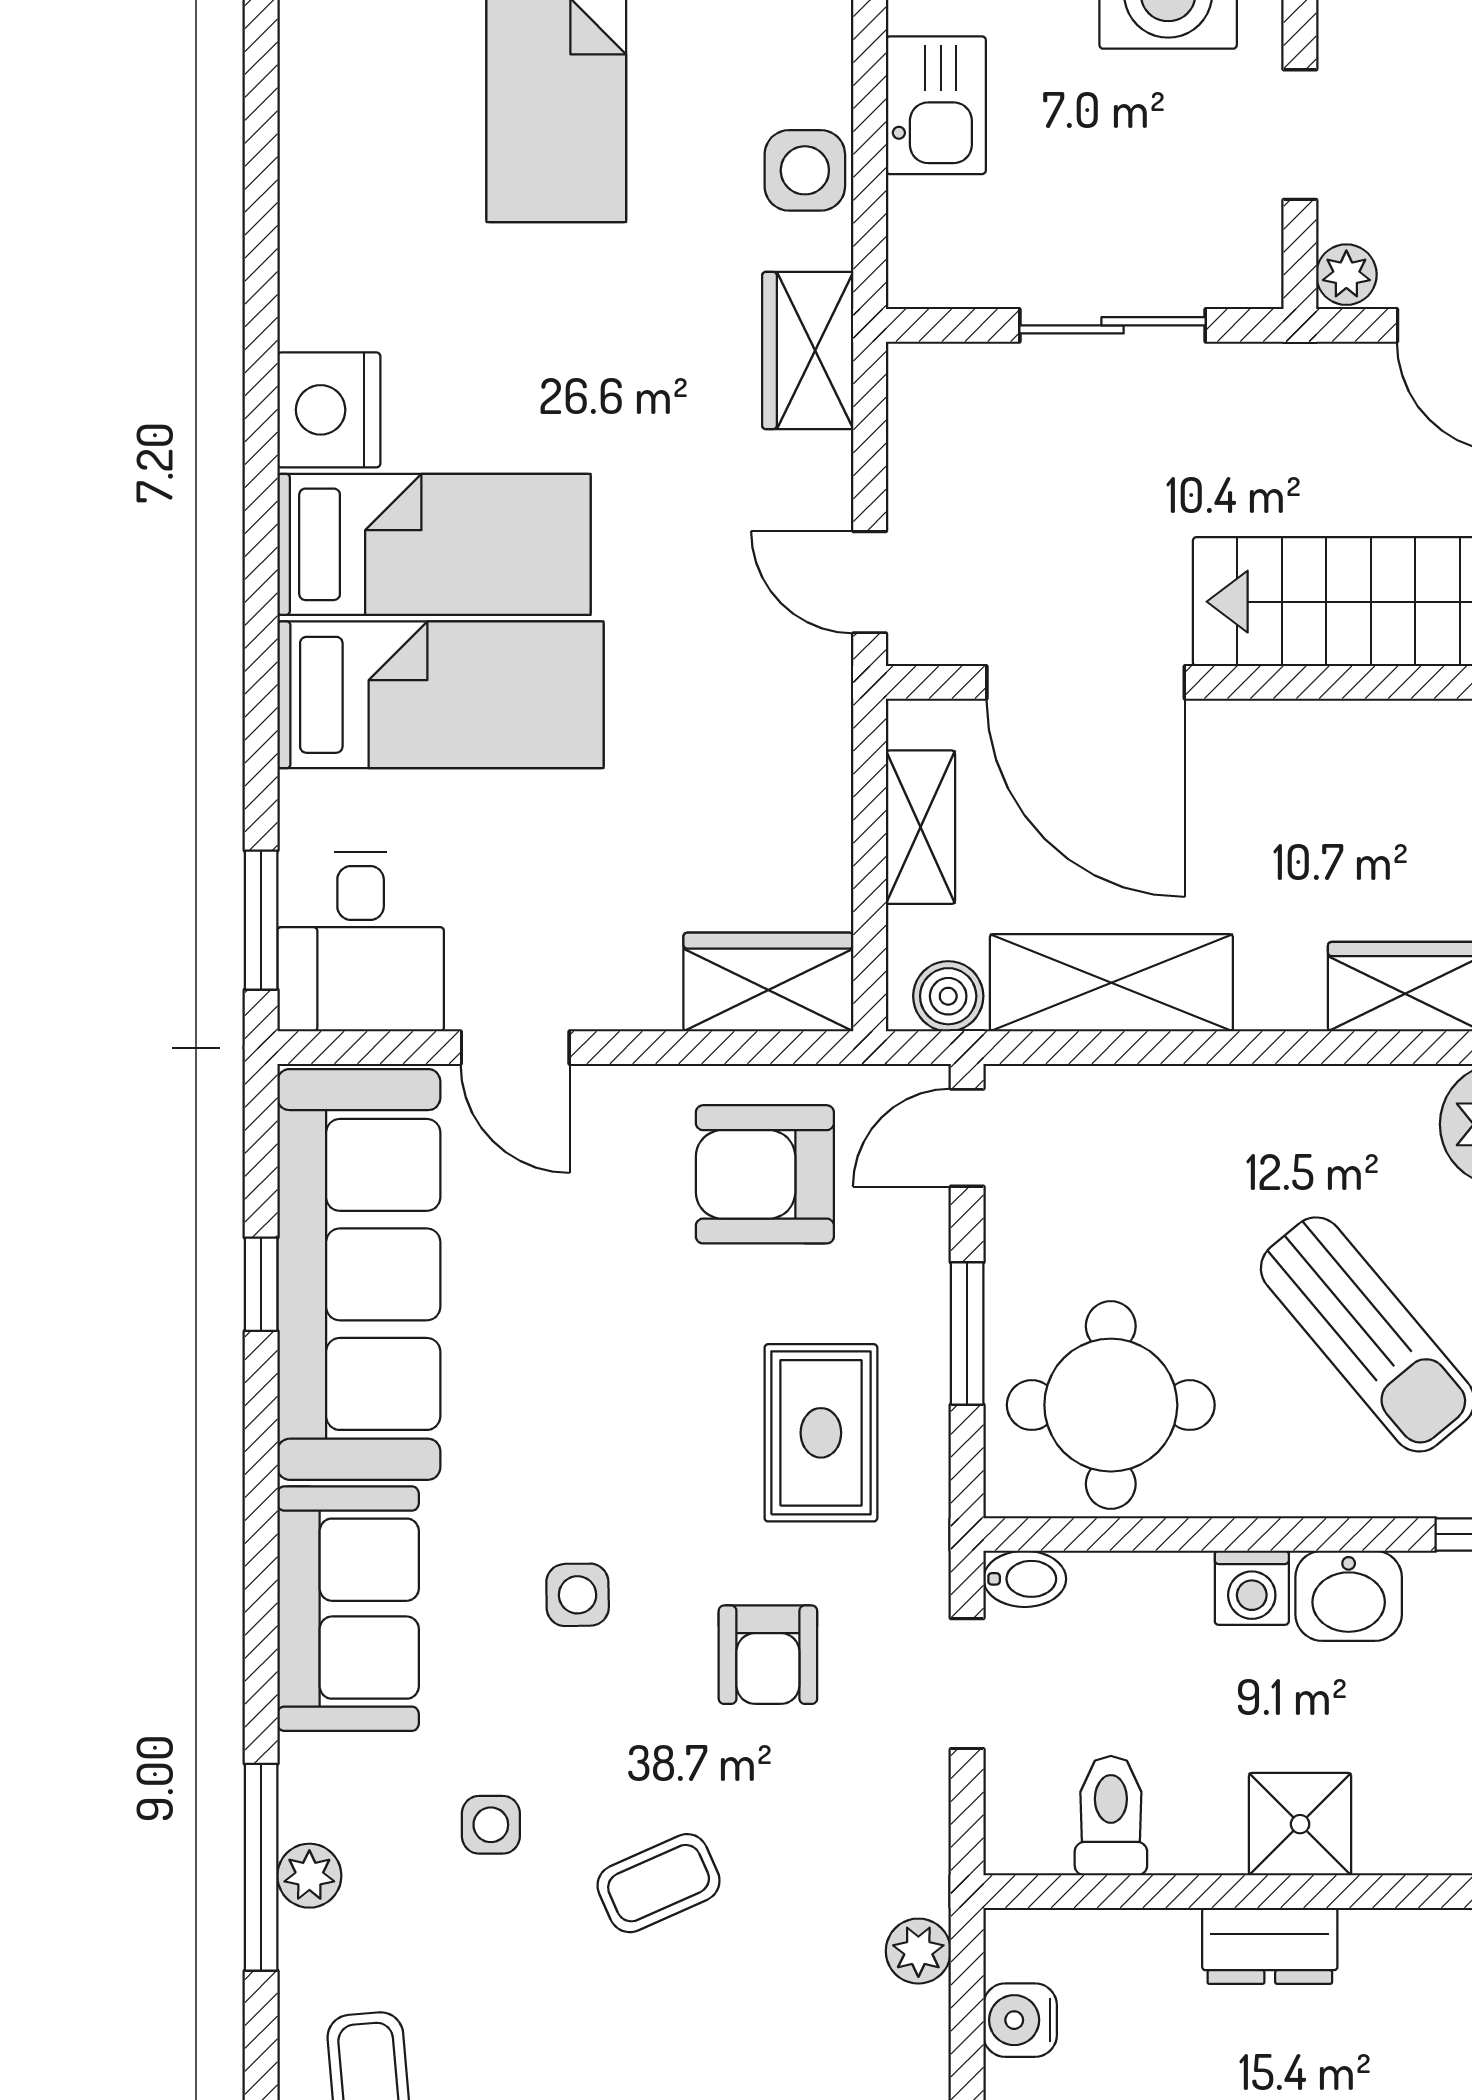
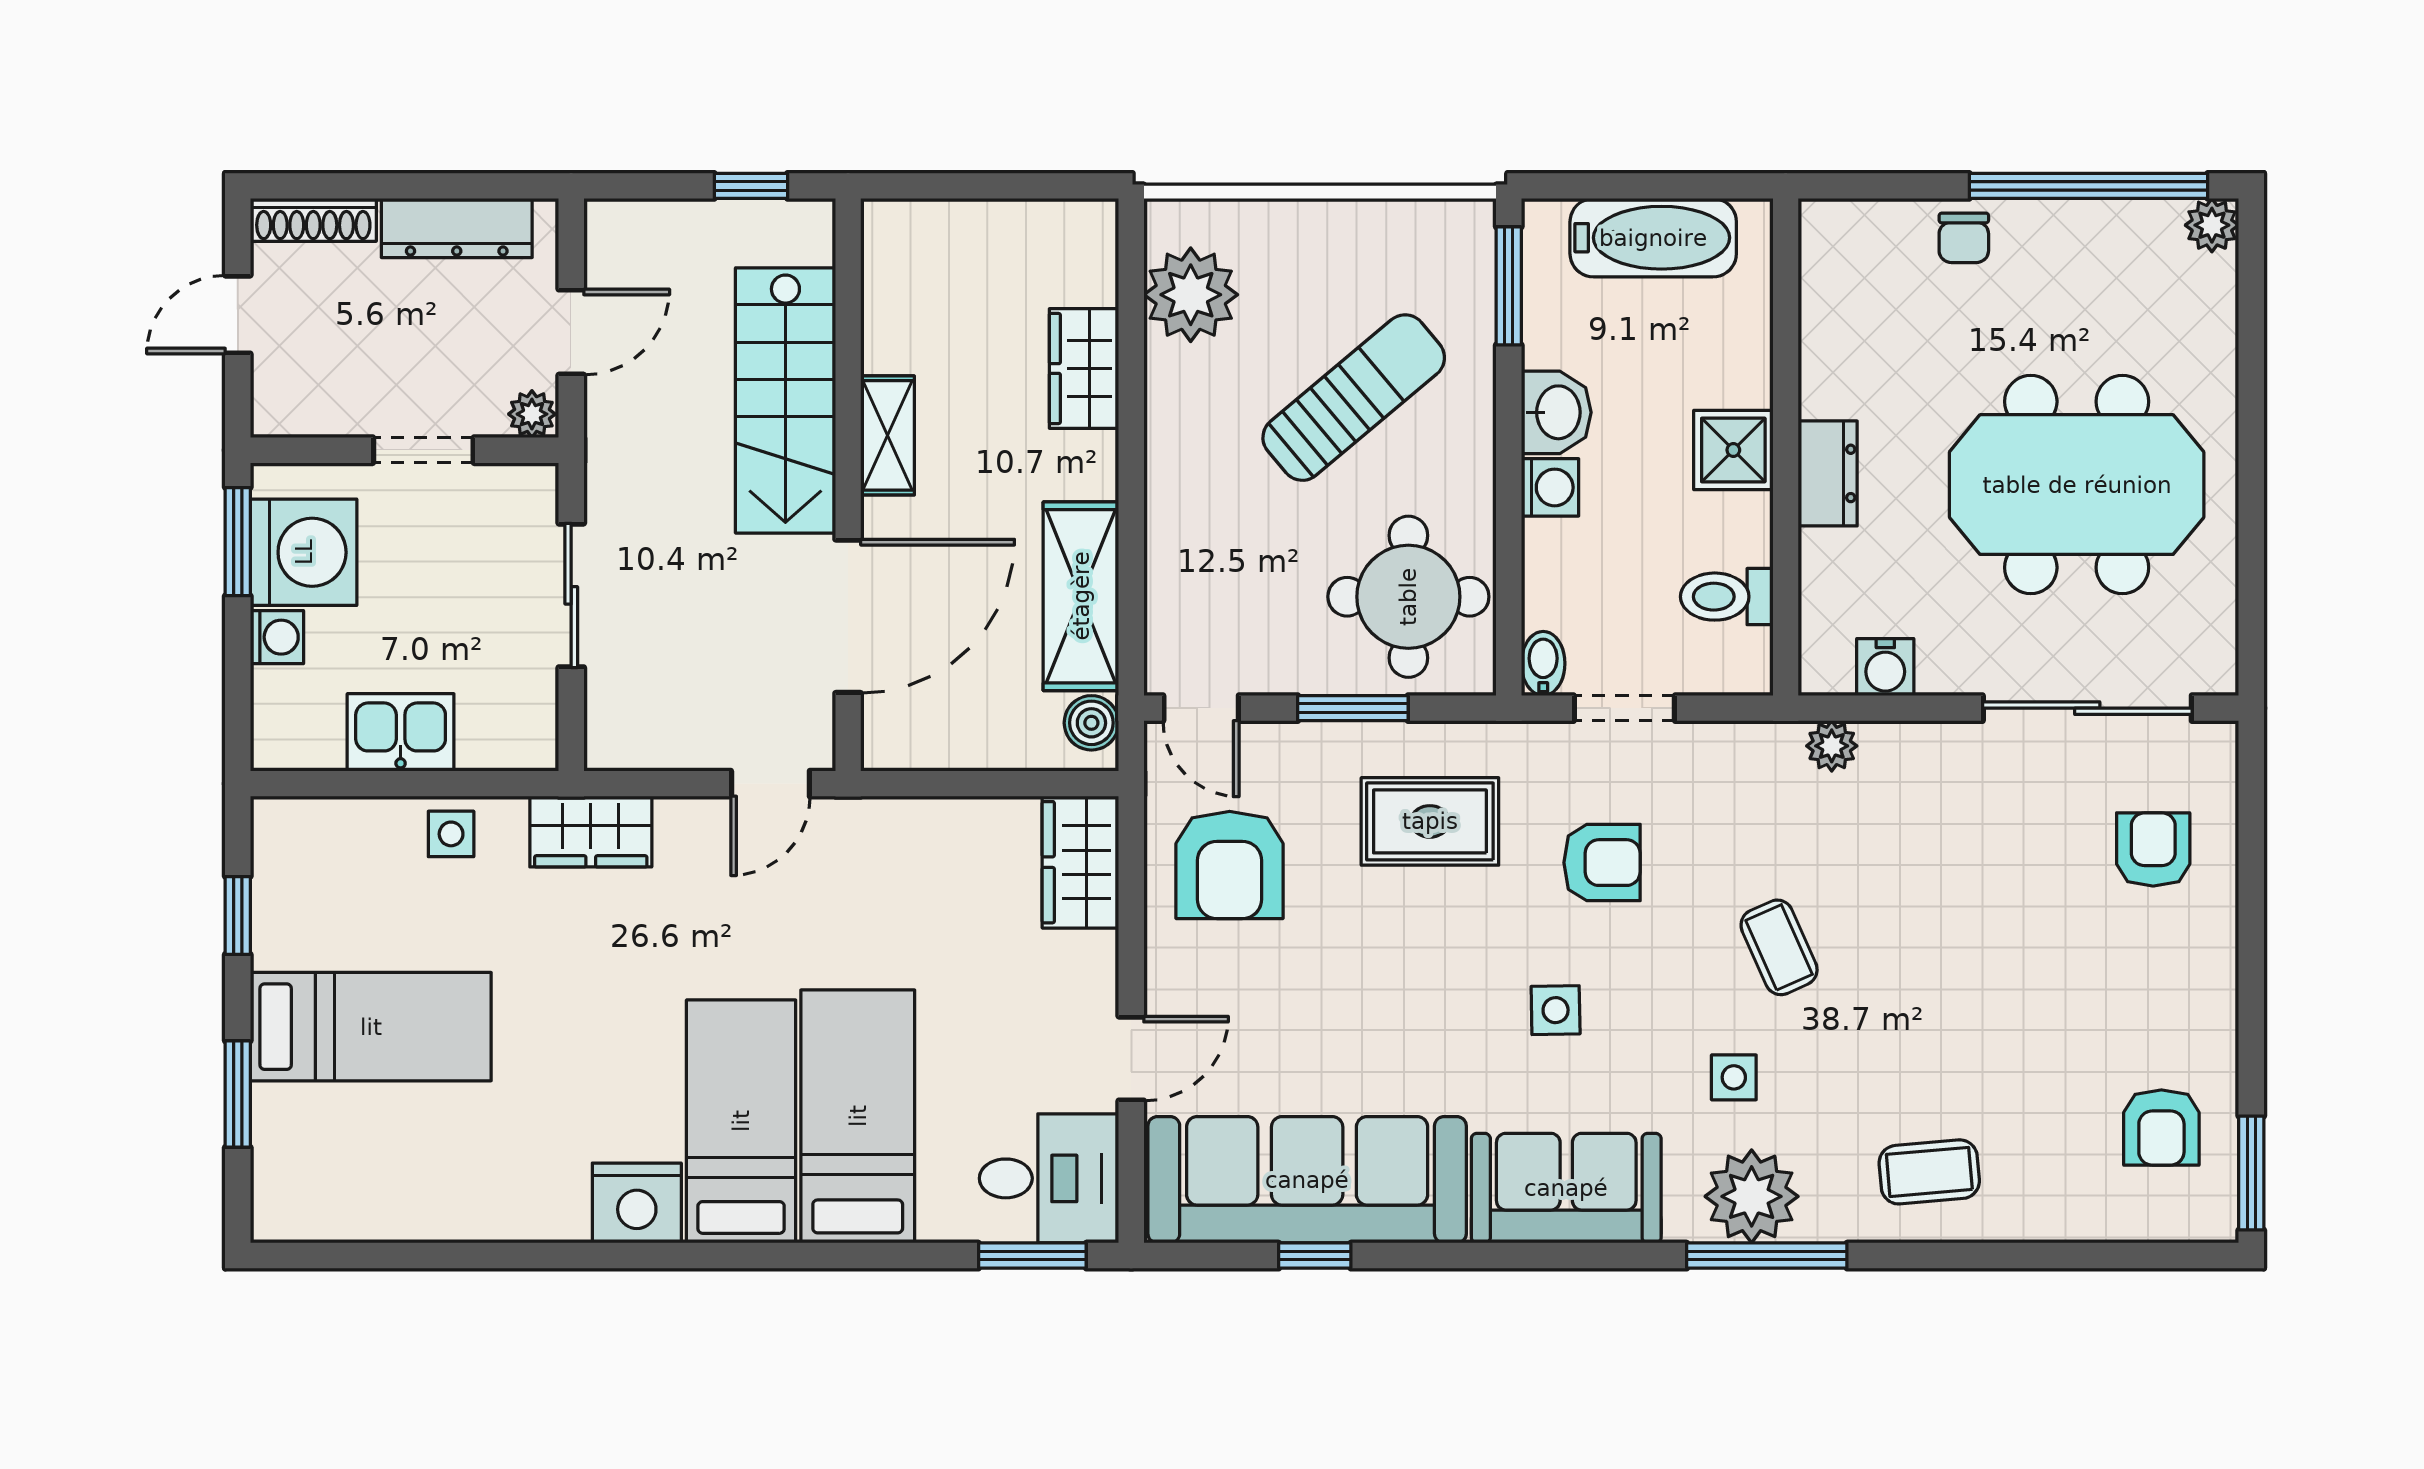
side table: (805, 170) -> (451, 834), width x0.73, depth x0.73
shelving: (920, 827) -> (887, 435), moved, turned 90
plant: (309, 1876) -> (1752, 1196), width x1.88, depth x1.88

